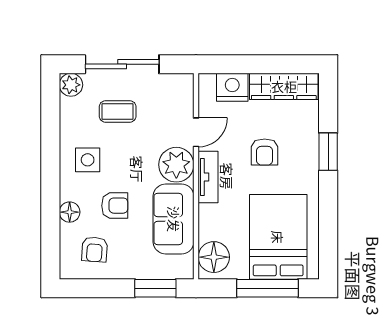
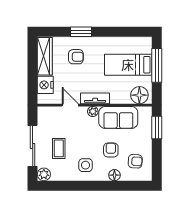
armchair: (265, 152) -> (76, 57), moved
plant: (176, 165) -> (93, 111), width x0.53, depth x0.53
bed: (278, 237) -> (128, 65), width x0.67

